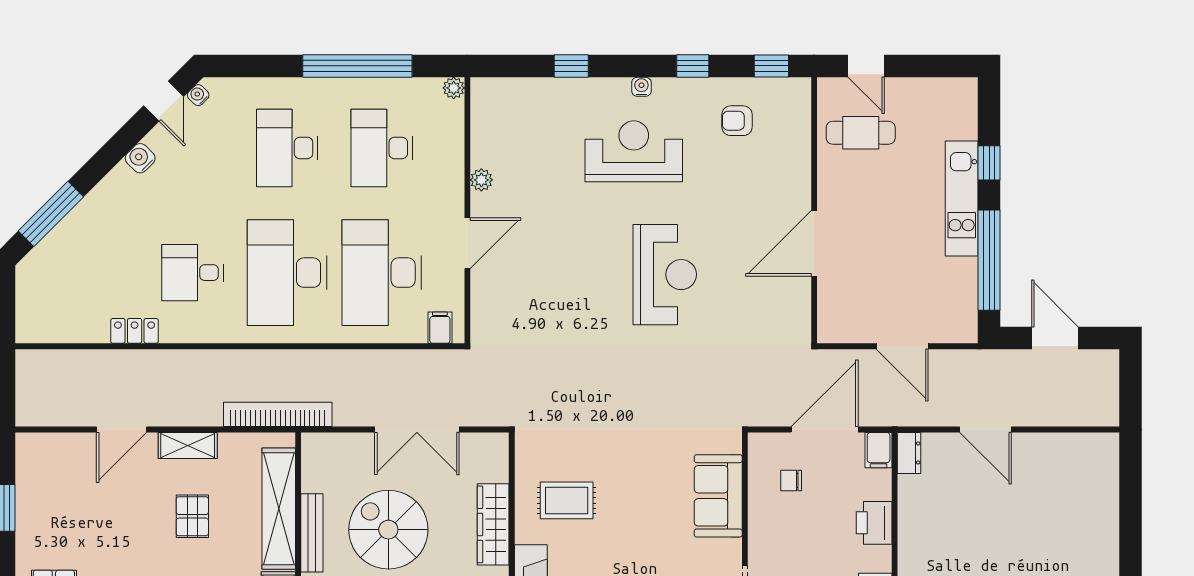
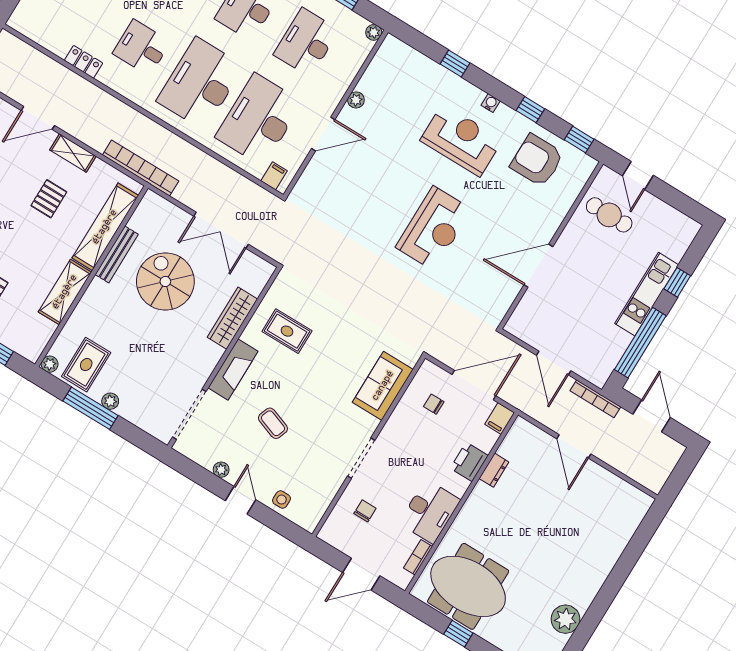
armchair: (737, 121) -> (537, 160), width x1.88, depth x1.88
bookcase: (977, 358) -> (595, 399), added
dresser: (909, 453) -> (494, 470), moved

